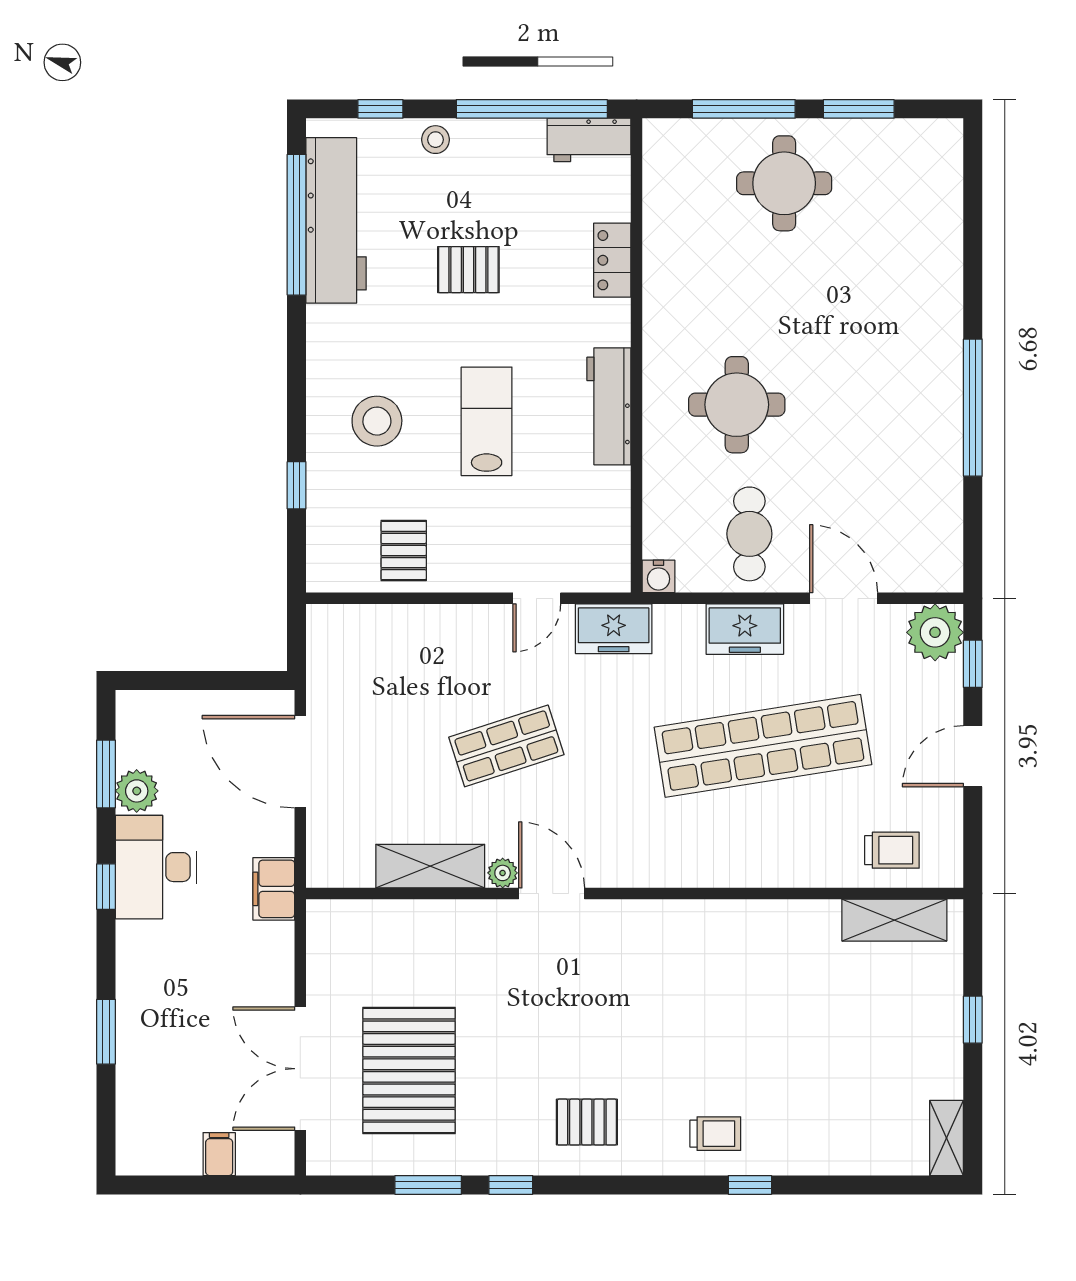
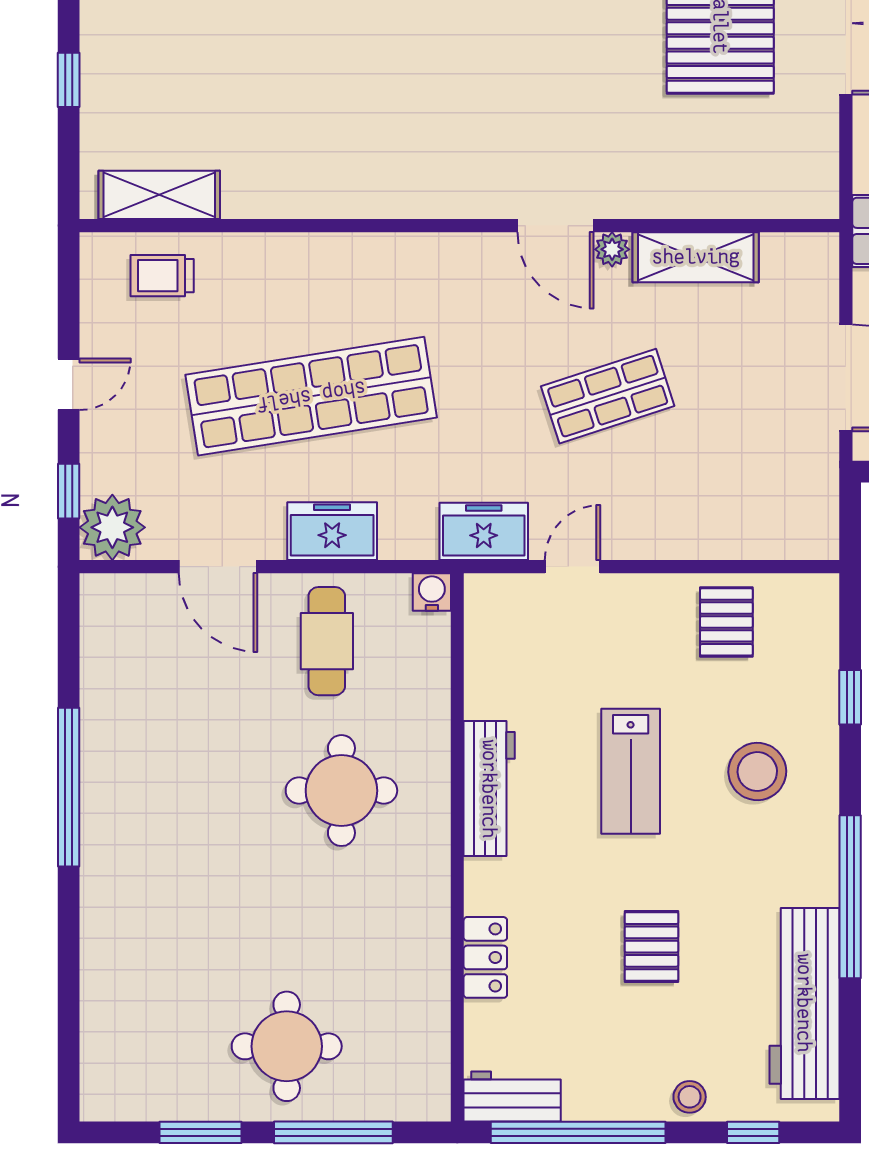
window: (297, 225) -> (850, 897), moved
pallet: (468, 270) -> (651, 947), turned 90
door: (973, 756) -> (69, 384), width x0.73

